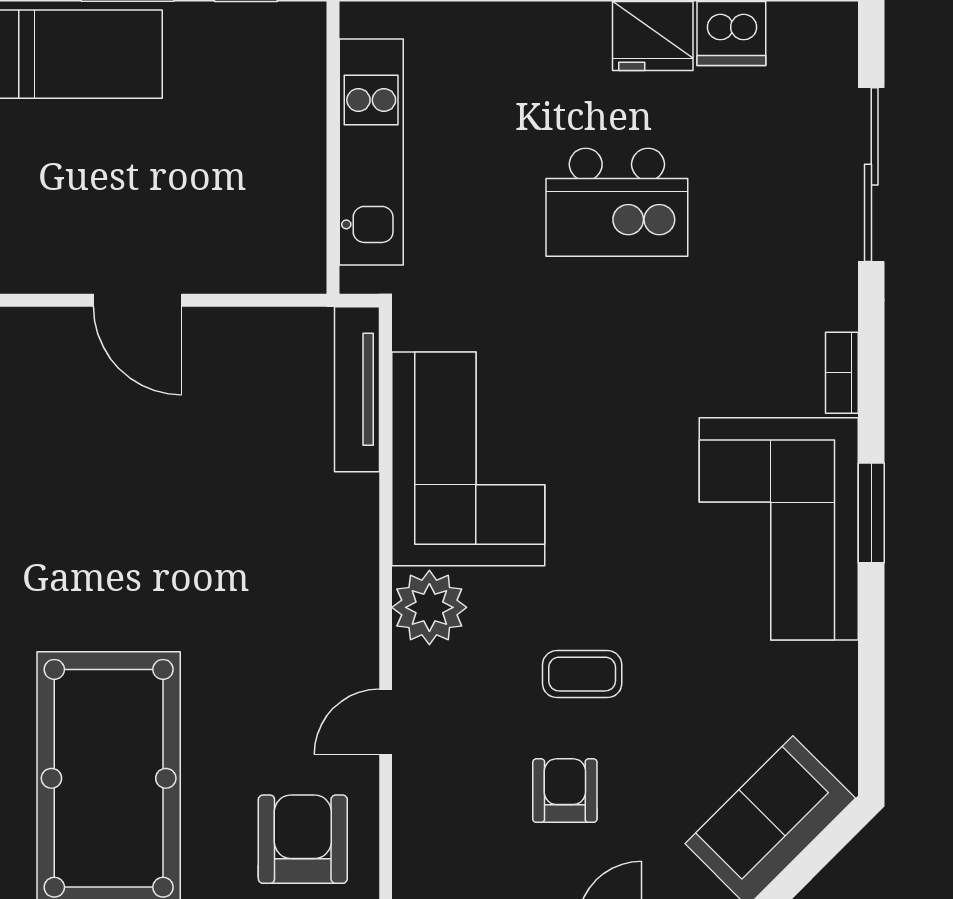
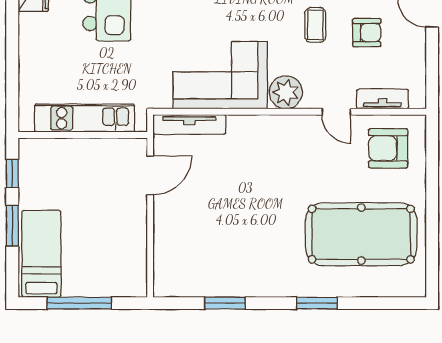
door: (137, 300) -> (150, 175), moved
armchair: (565, 791) -> (367, 33), turned 180
tv unit: (414, 826) -> (382, 99), added

